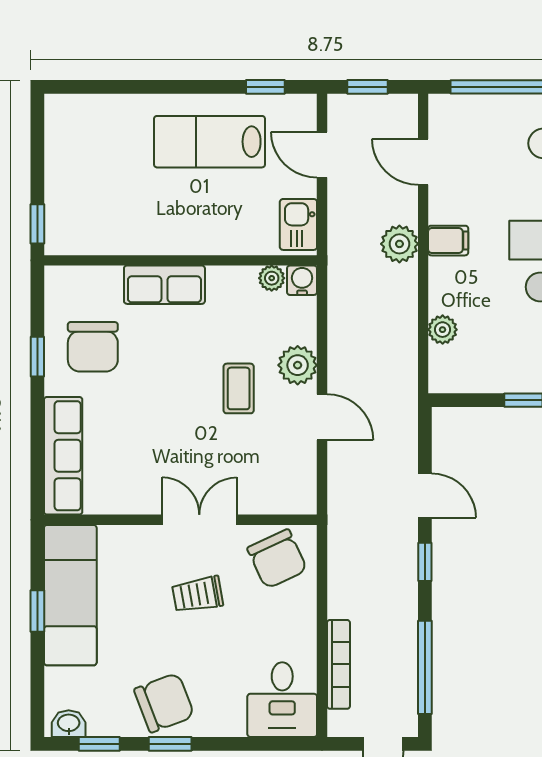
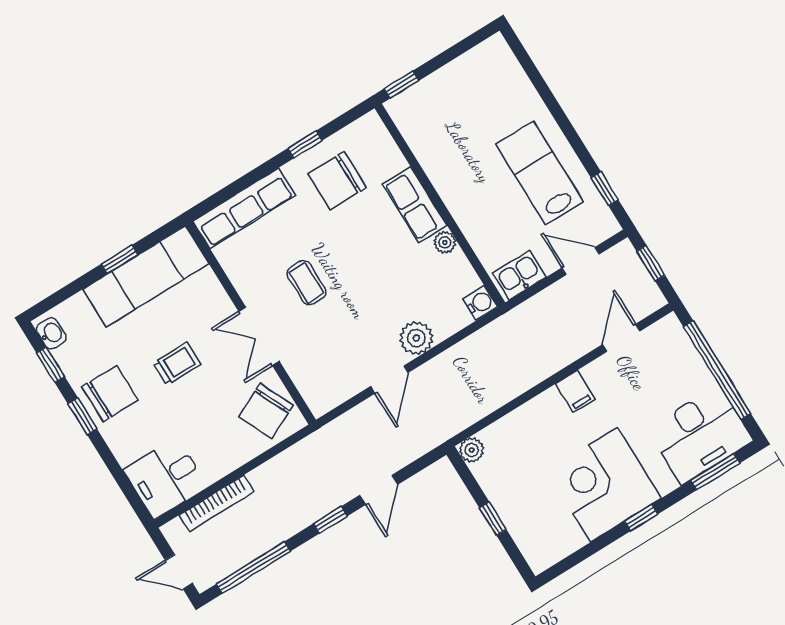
door: (322, 155) -> (581, 261), hinge flipped
plant: (399, 244) -> (551, 358), removed
plant: (272, 278) -> (445, 242), moved
plant: (443, 330) -> (472, 450), moved
coffee table: (239, 388) -> (307, 283), moved, turned 90
double door: (199, 520) -> (259, 336), swing flipped
trolley: (198, 594) -> (177, 364), moved, turned 100
chair: (164, 703) -> (110, 393), turned -69

